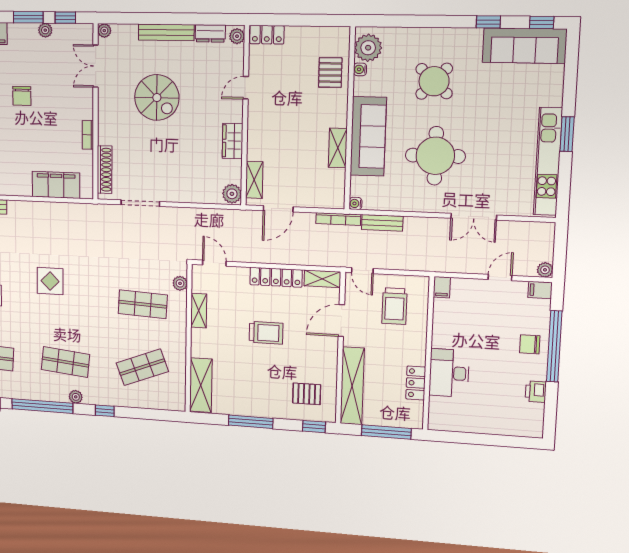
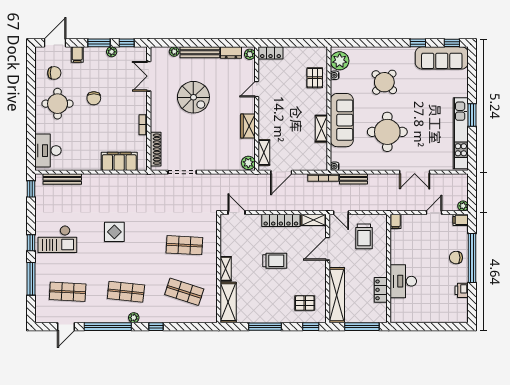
plant: (104, 31) -> (174, 52), moved
plant: (180, 283) -> (212, 228), removed
shelving: (199, 311) -> (226, 269), moved
shop shelf: (142, 367) -> (184, 292), turned 39

